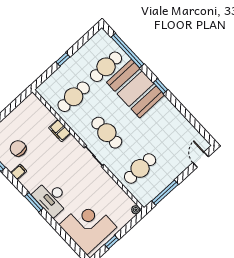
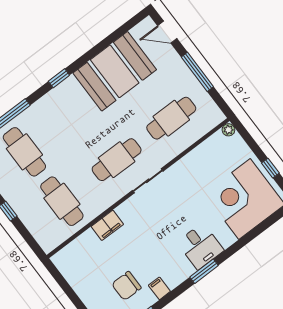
booth: (135, 89) -> (115, 71), moved
cafe table: (140, 168) -> (171, 118), turned 90
window: (165, 193) -> (197, 72), moved
desk: (51, 198) -> (200, 246), width x0.73

